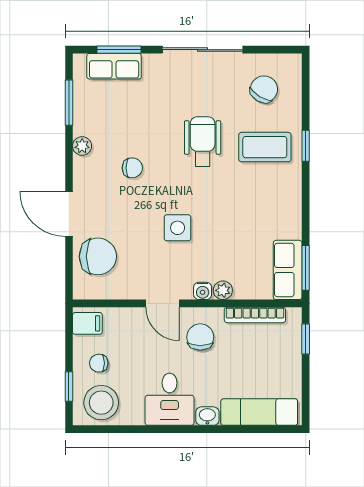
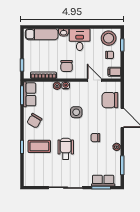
chair: (264, 89) -> (34, 121), moved
wheelchair: (203, 142) -> (66, 149), turned 180
door: (162, 303) -> (94, 80), moved

